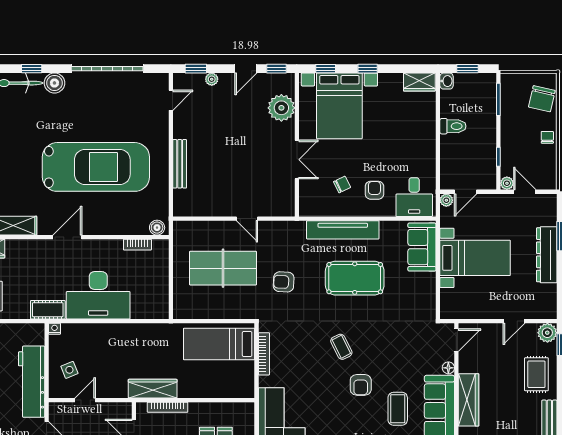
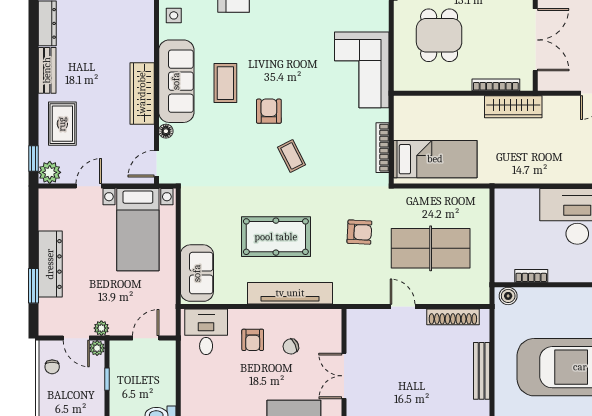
chair: (547, 137) -> (52, 367), moved
plant: (446, 200) -> (101, 328), moved
shoe rack: (204, 210) -> (453, 317), added
bed with nightstands: (475, 258) -> (138, 230), moved, turned -90

